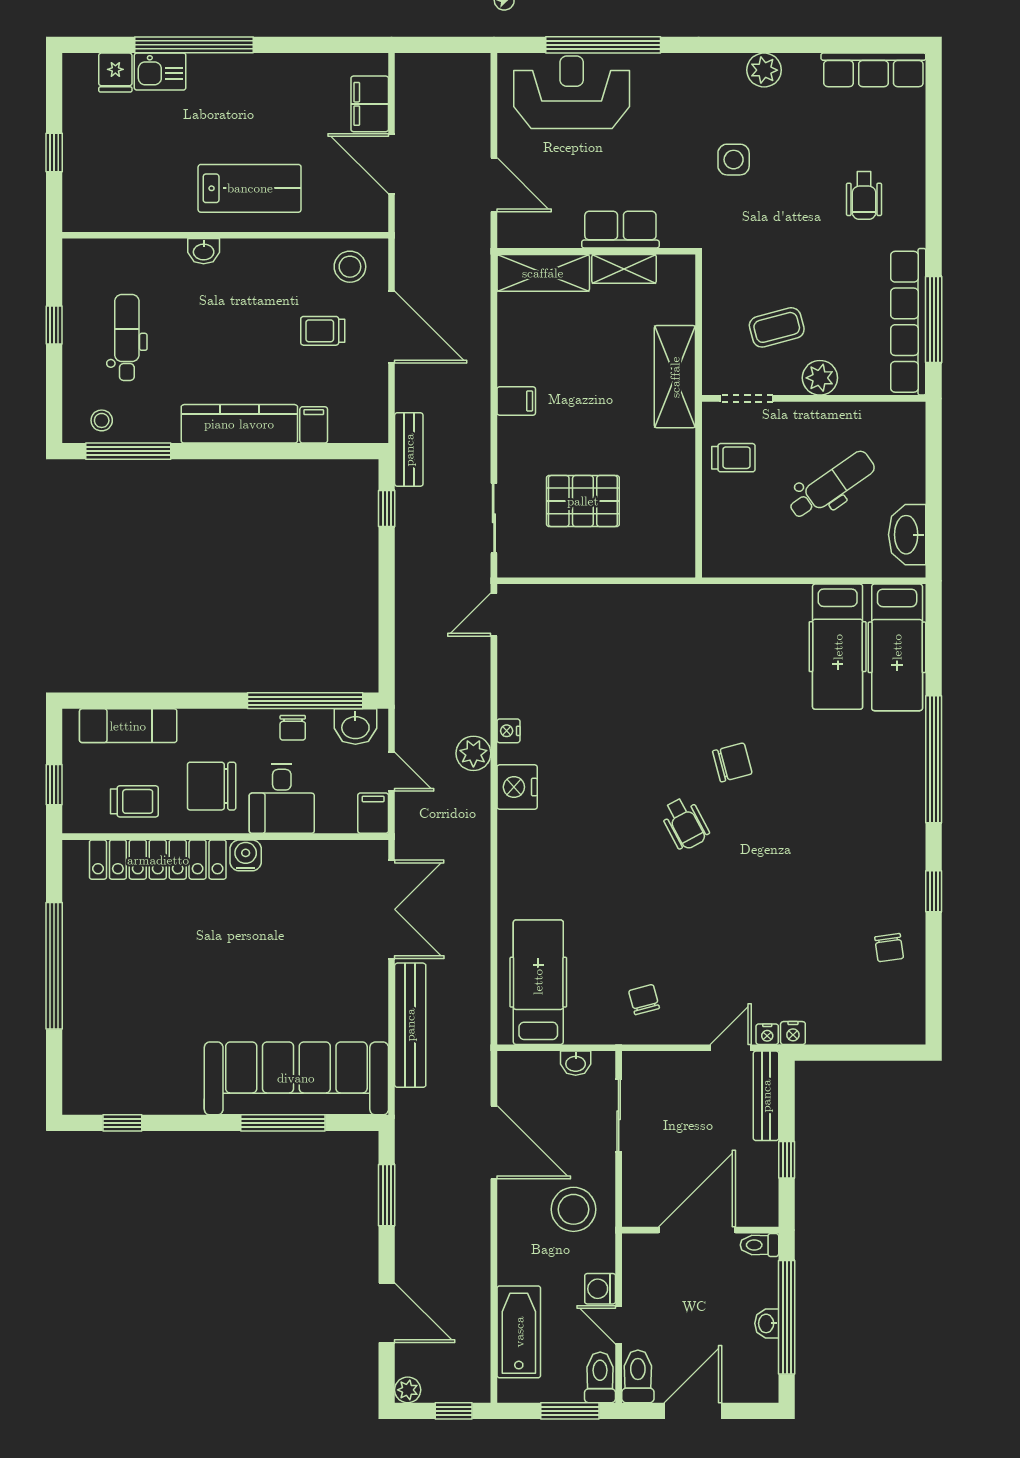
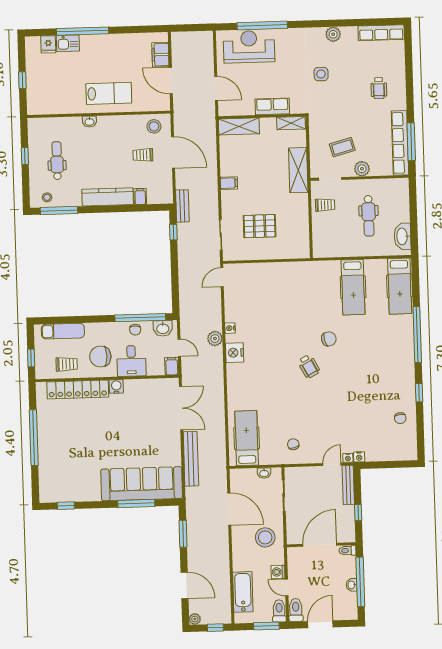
shelving: (624, 269) -> (291, 123), moved
dental chair: (832, 485) -> (369, 216), turned 125
hospital bed: (838, 647) -> (353, 287), moved

